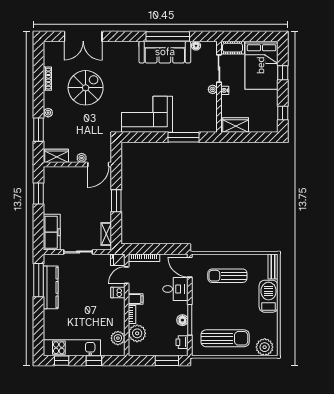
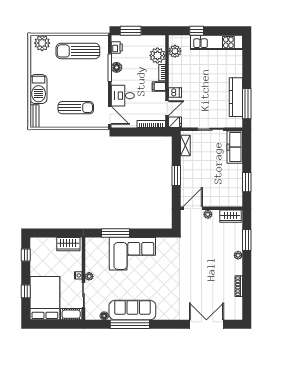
spiral stairs: (86, 88) -> (204, 278), removed
corner sofa: (147, 114) -> (132, 254), moved
window: (62, 361) -> (226, 31), removed

